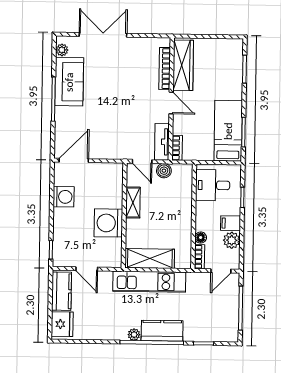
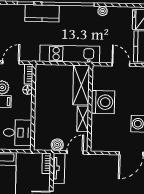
door: (142, 161) -> (75, 152), hinge flipped
shelving: (150, 258) -> (81, 85), moved, turned 90
kitchen counter: (162, 331) -> (42, 13), moved
plant: (134, 335) -> (103, 11), moved

